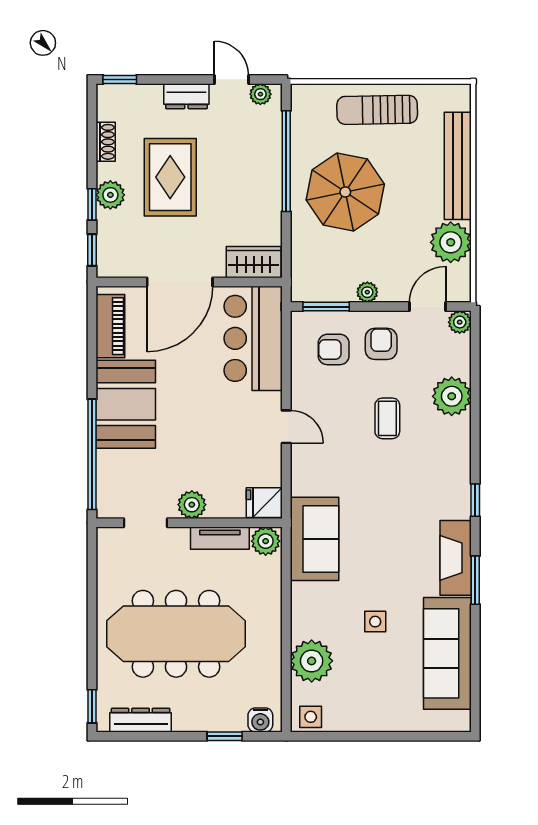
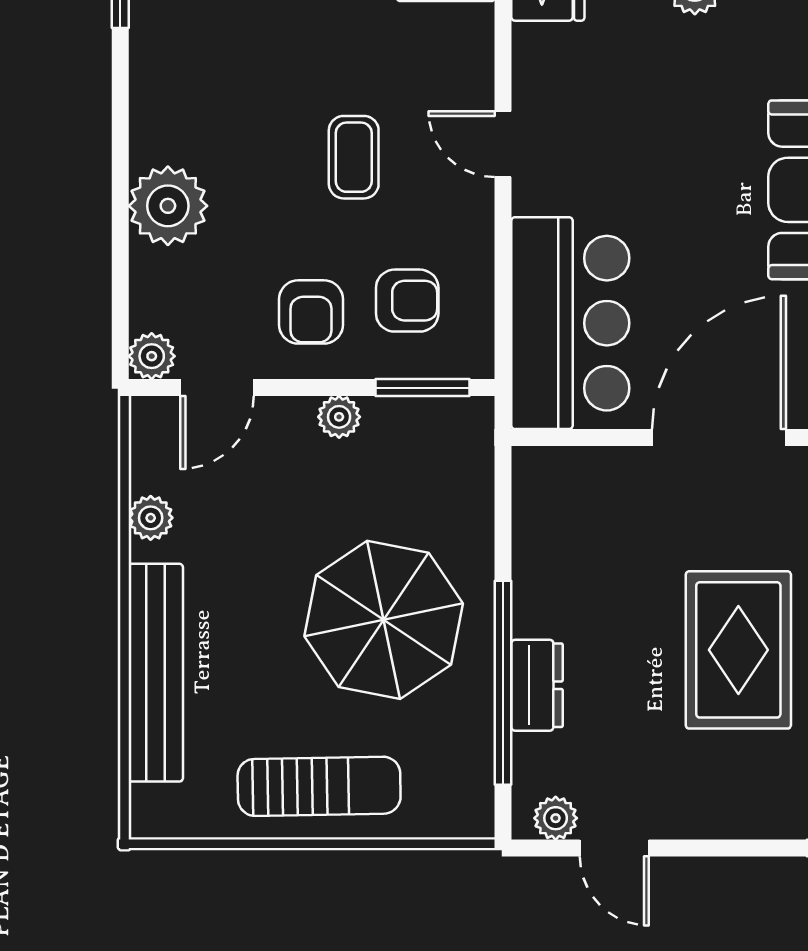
dresser: (186, 96) -> (537, 685), moved, turned 90
plant: (451, 242) -> (151, 518), width x0.53, depth x0.53
wardrobe: (254, 262) -> (569, 478), removed
coffee table: (387, 418) -> (354, 157), moved

